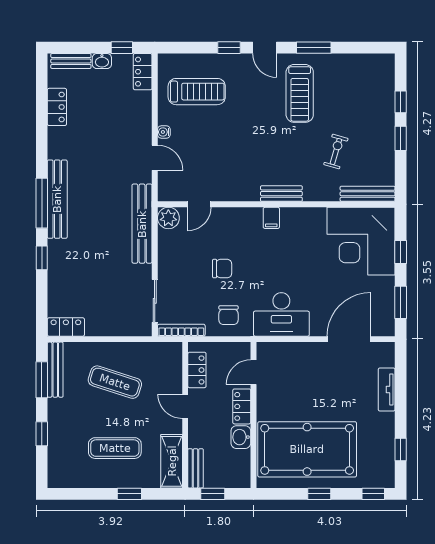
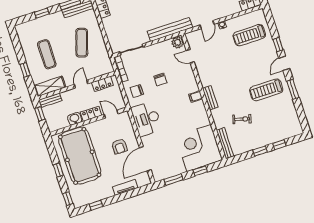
treadmill: (197, 92) -> (249, 35), turned 90
door: (349, 339) -> (145, 159), swing flipped
armchair: (313, 376) -> (119, 146), added

